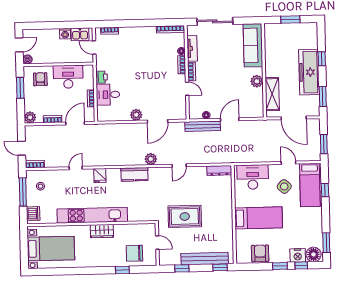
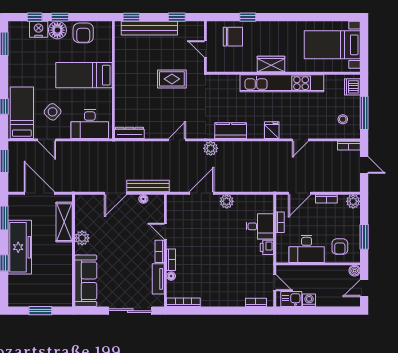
rug: (185, 216) -> (172, 79), width x0.73, depth x0.70
floor lamp: (314, 254) -> (57, 30), moved

